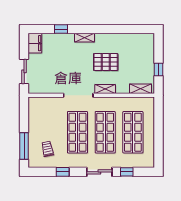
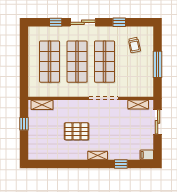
filing cabinet: (35, 43) -> (147, 155), width x0.50
shelving: (105, 89) -> (138, 104), moved
window: (24, 146) -> (158, 64), moved

